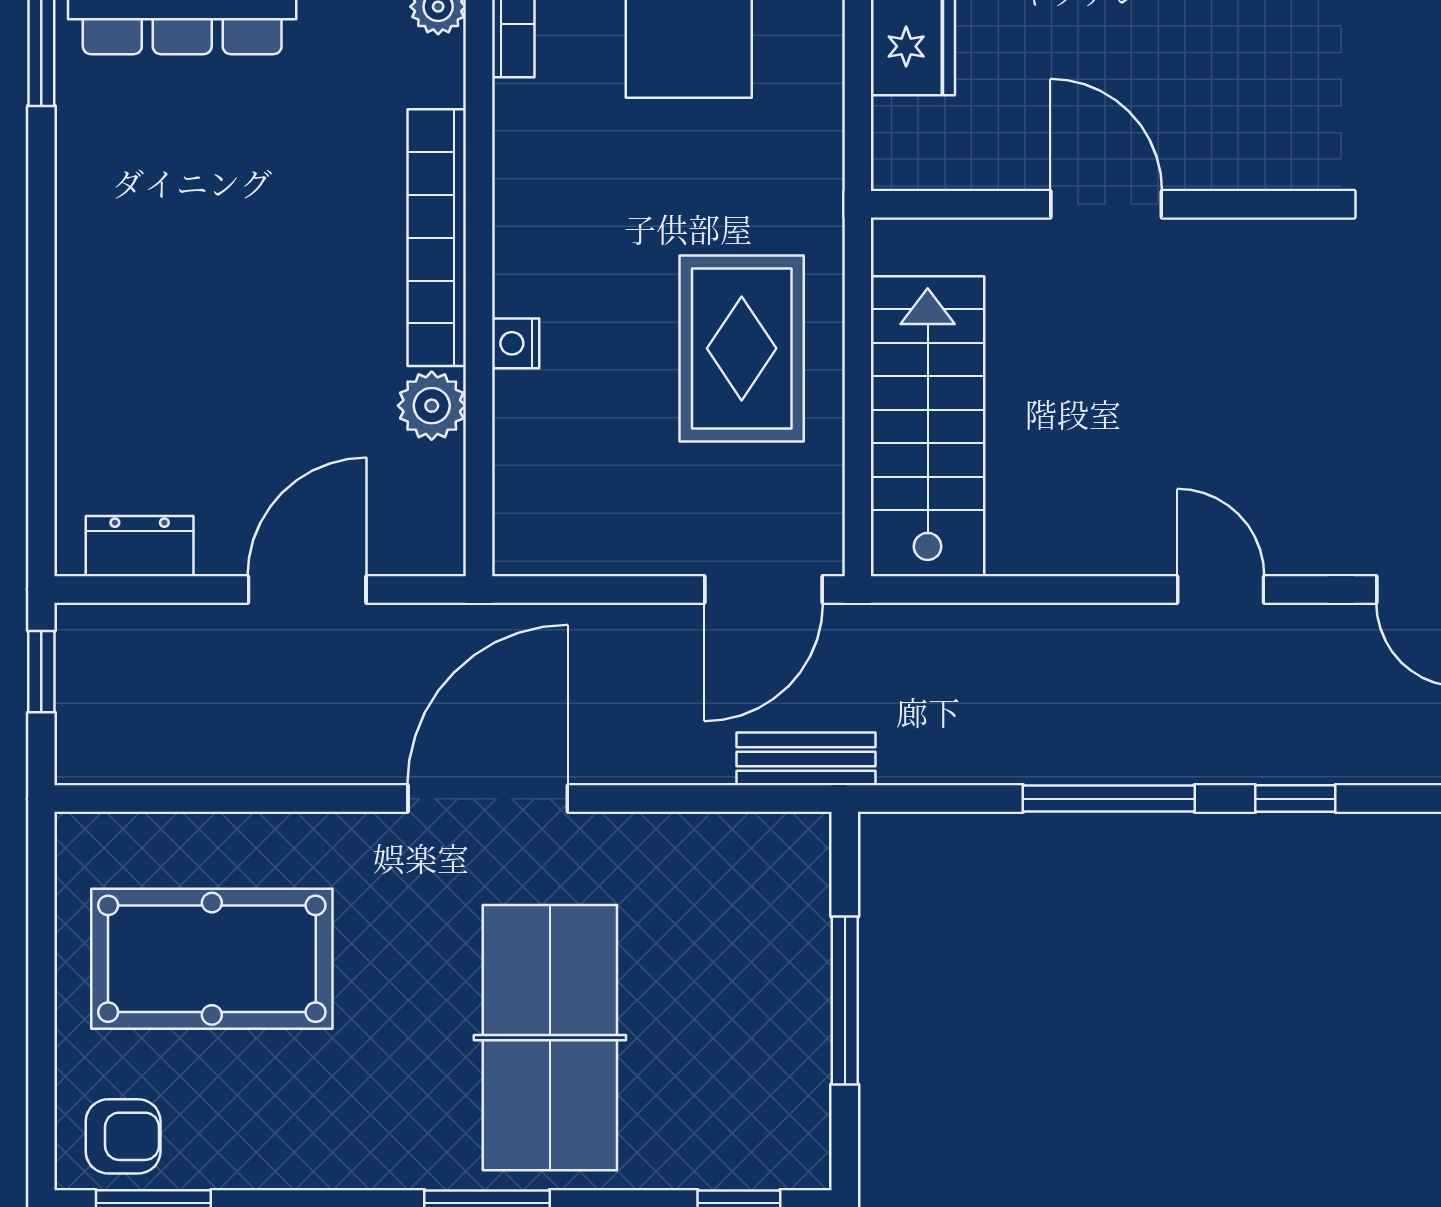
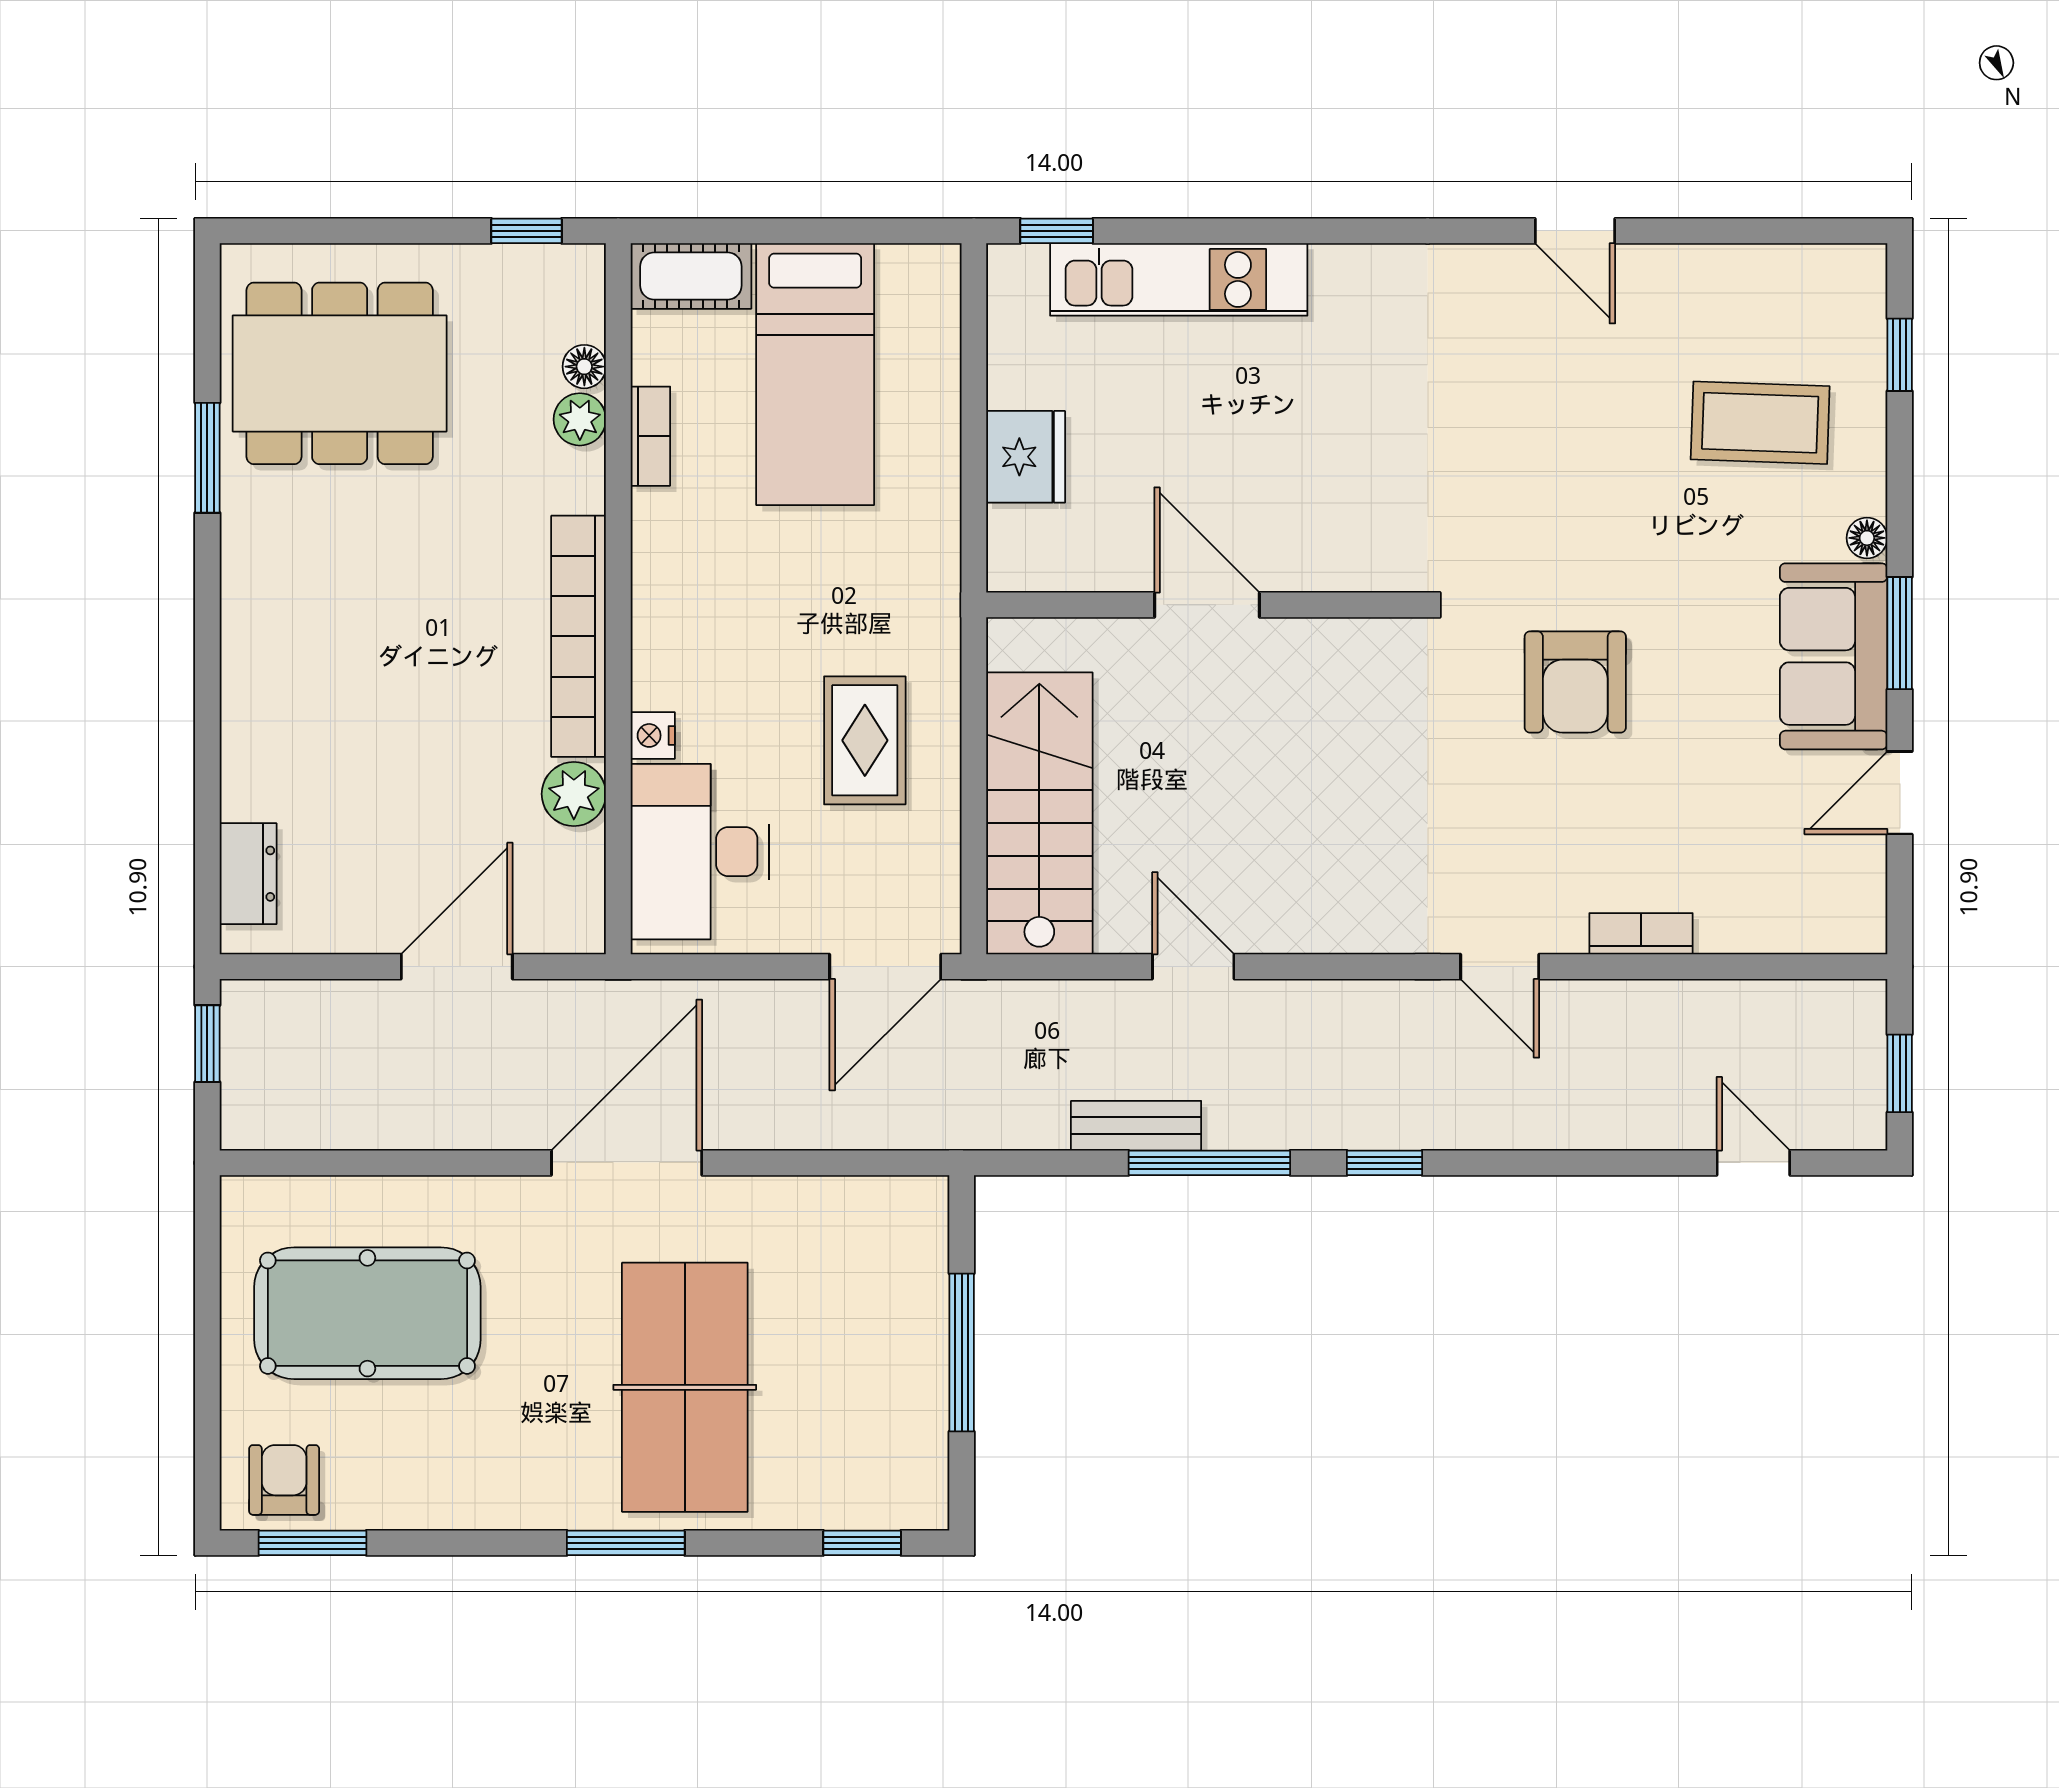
rug: (742, 348) -> (865, 740), width x0.73, depth x0.70
desk: (566, 467) -> (700, 852), added
dresser: (140, 546) -> (248, 874), moved, turned 90
door: (1221, 590) -> (1193, 967), moved
bench: (806, 759) -> (1136, 1126), moved
armchair: (123, 1136) -> (284, 1480), turned -90

